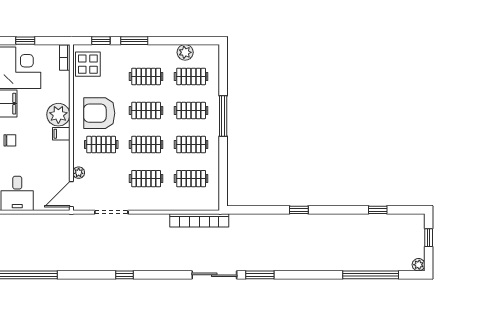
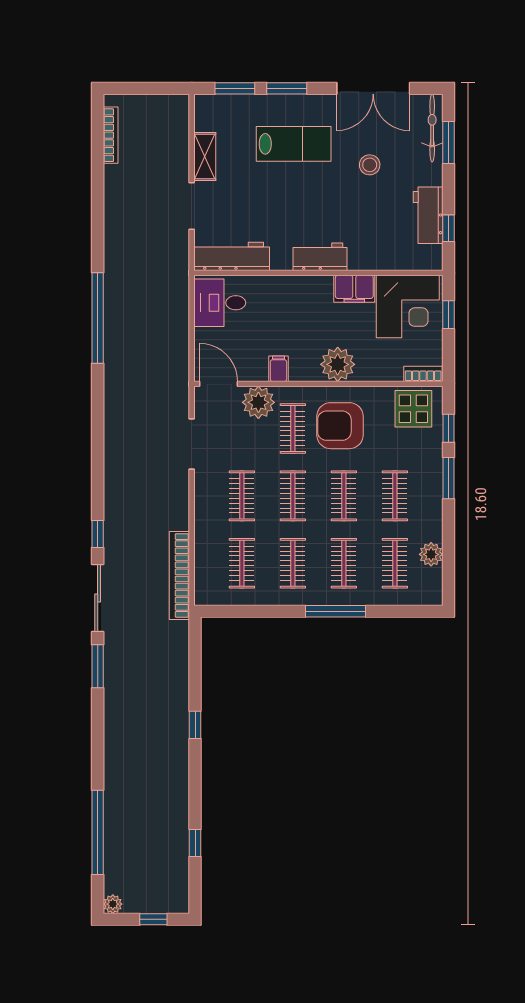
armchair: (99, 113) -> (340, 426), turned -90
filing cabinet: (61, 134) -> (279, 369), moved
chair: (10, 140) -> (299, 292), removed
plant: (79, 173) -> (258, 402), width x1.88, depth x1.88
window: (125, 275) -> (98, 534), moved

